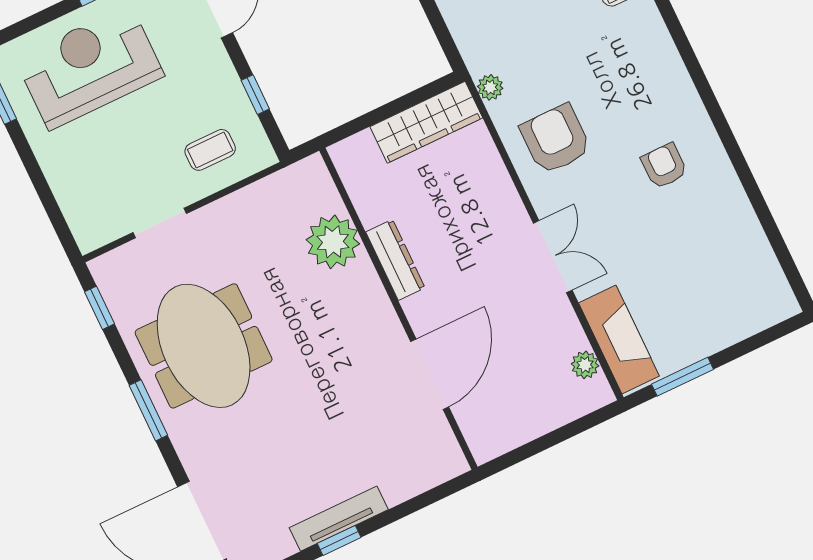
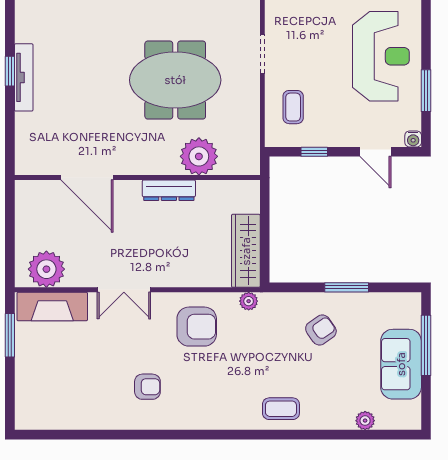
meeting table: (204, 346) -> (175, 80), moved
plant: (585, 365) -> (46, 269), width x1.88, depth x1.88

